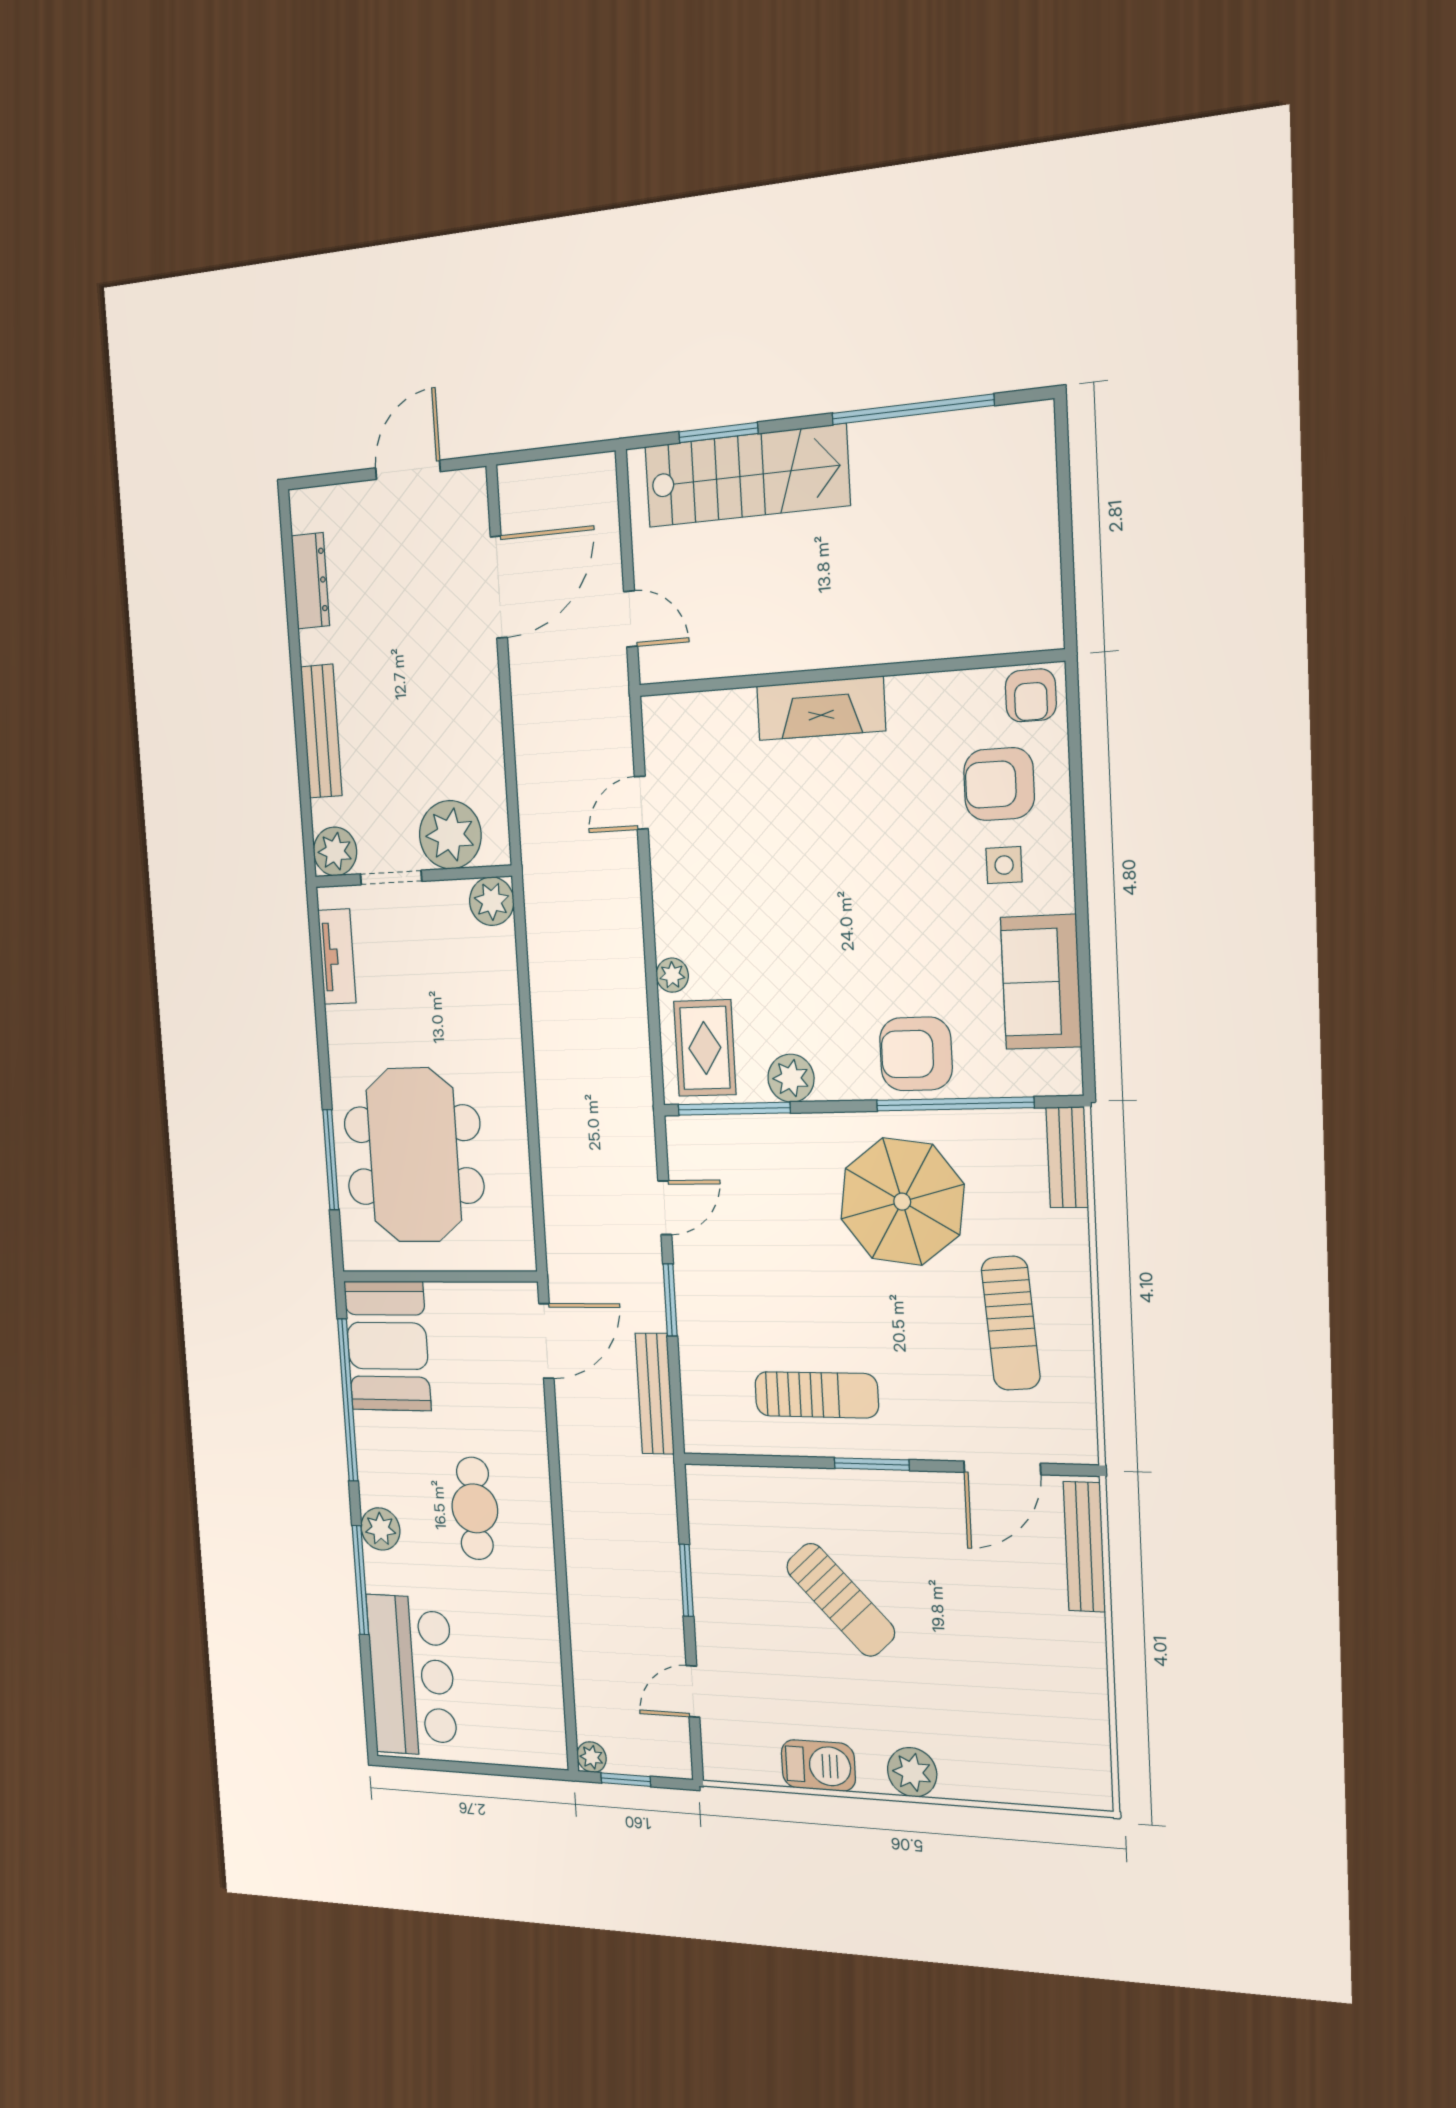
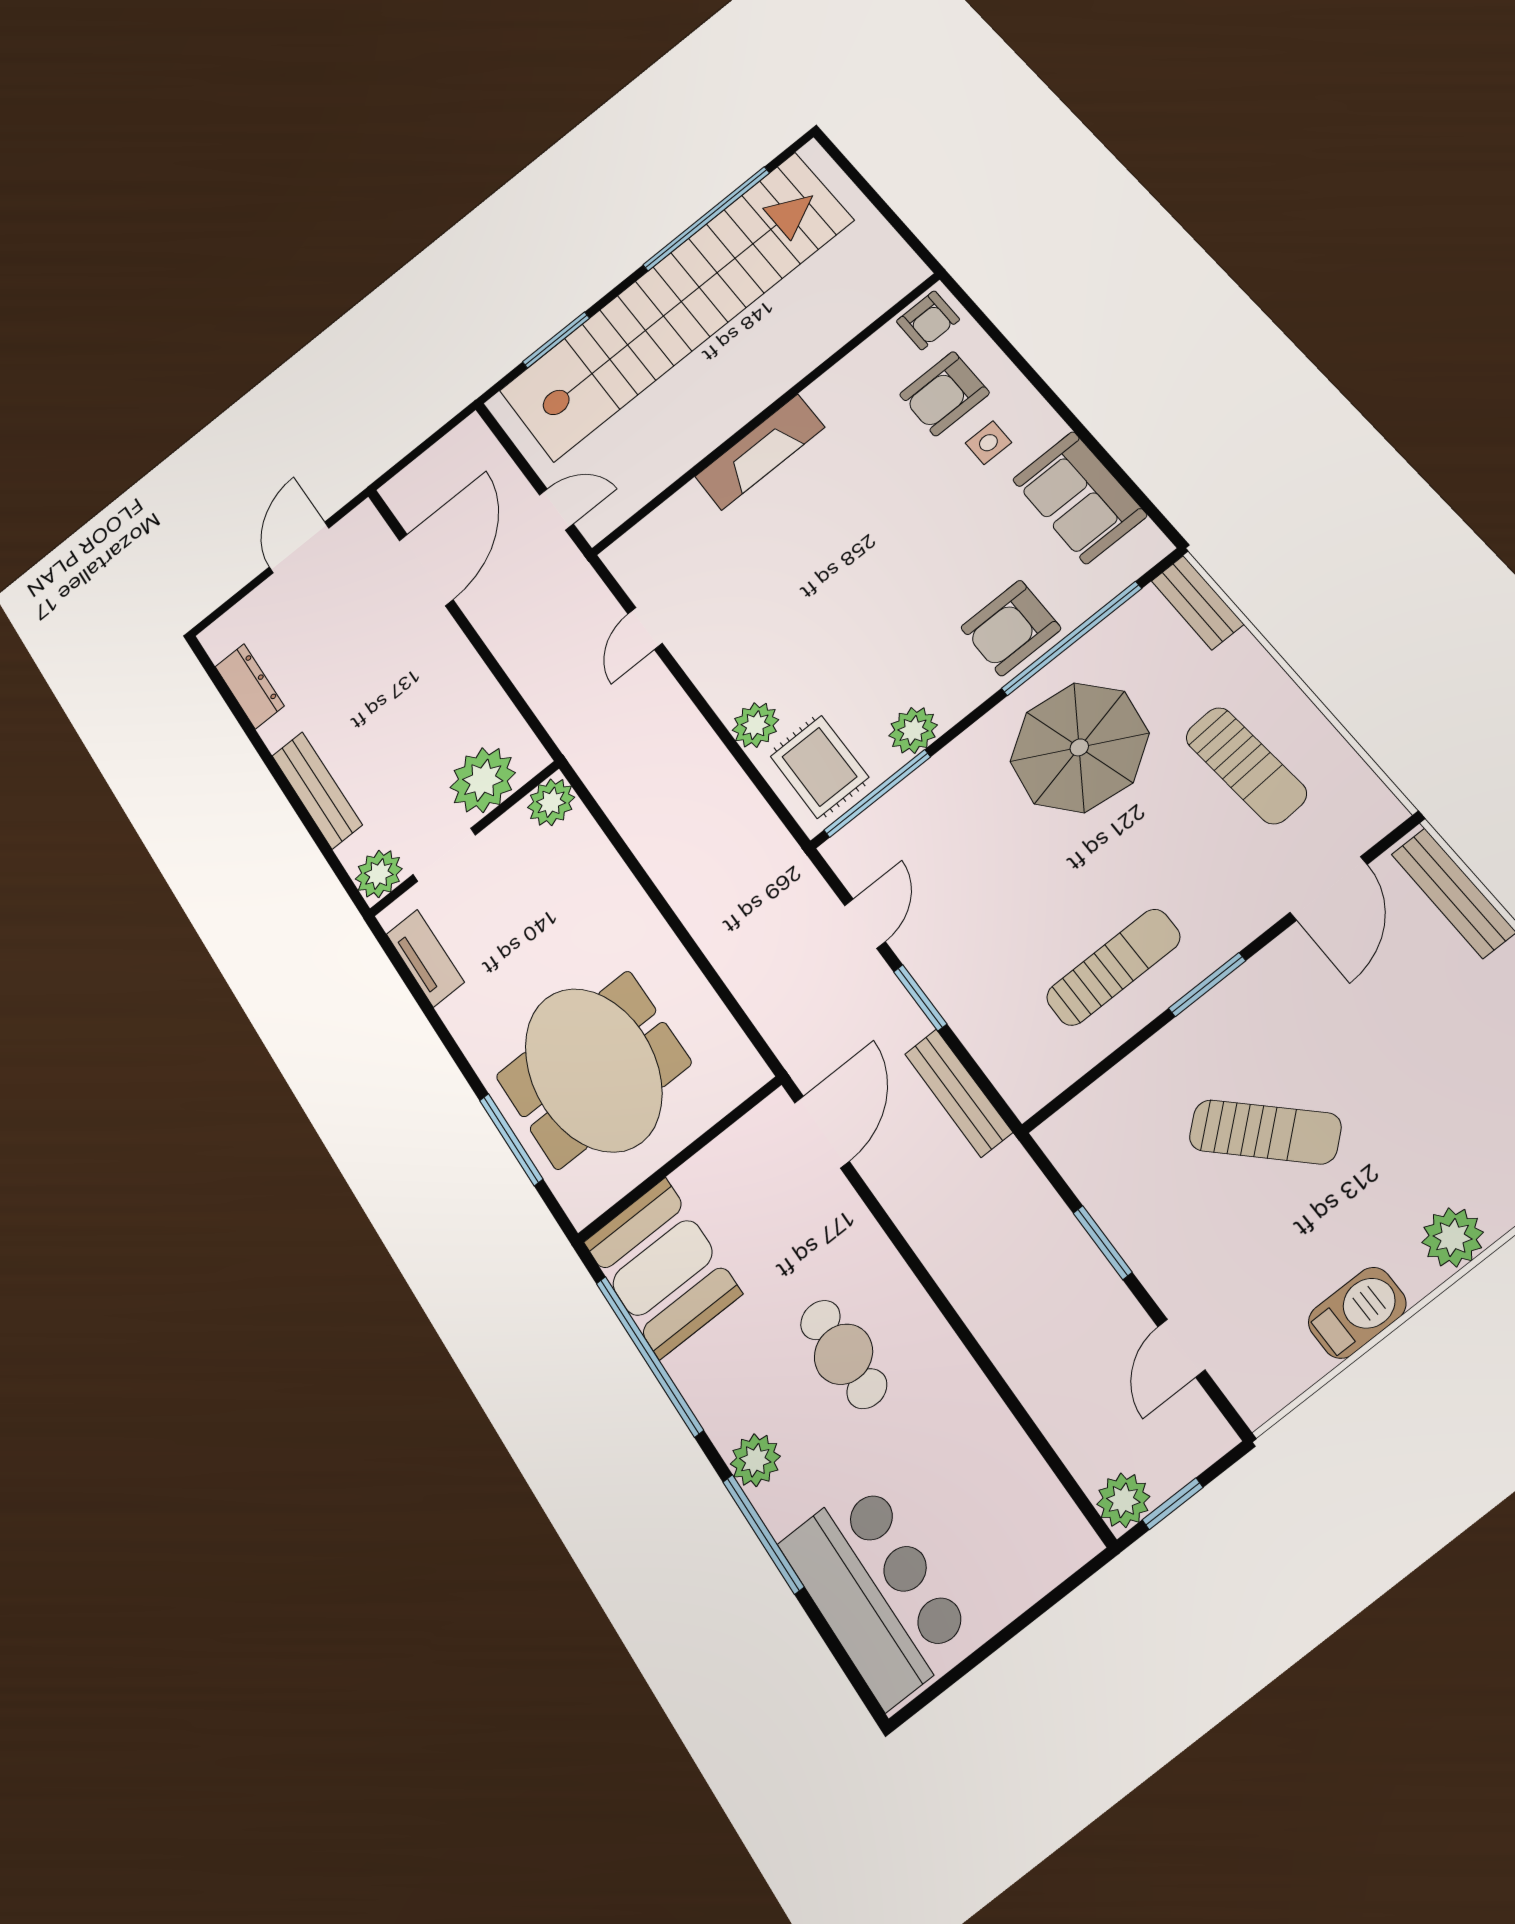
stairs: (747, 476) -> (675, 306), width x1.86, depth x1.51
plant: (672, 975) -> (755, 725), width x1.38, depth x1.38
plant: (592, 1757) -> (1123, 1500), width x1.38, depth x1.38

